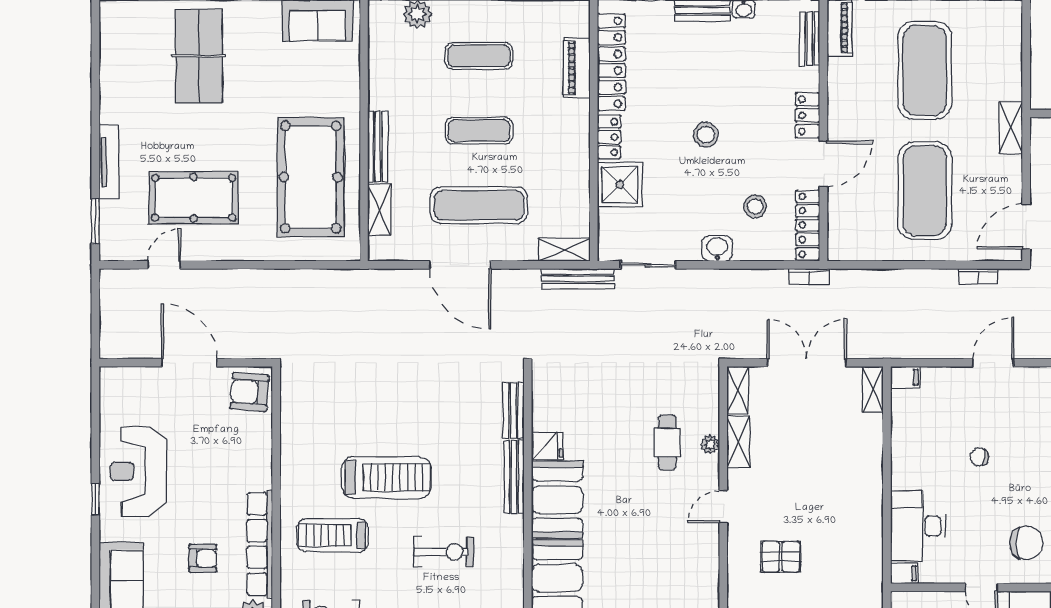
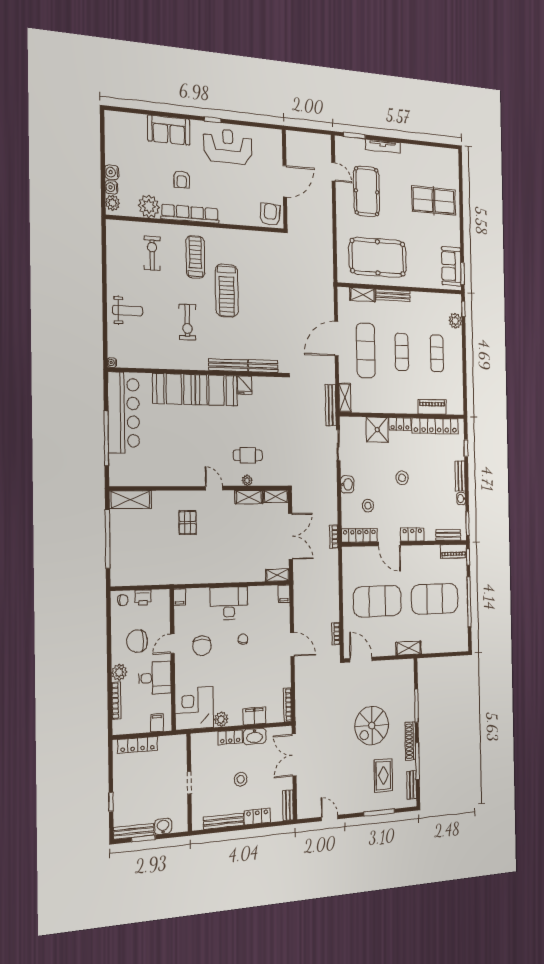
desk: (918, 526) -> (229, 603), moved
chair: (1026, 543) -> (202, 646), moved

